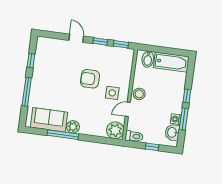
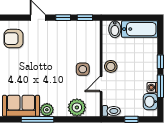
armchair: (90, 79) -> (14, 39), moved
plant: (115, 130) -> (77, 107), moved

